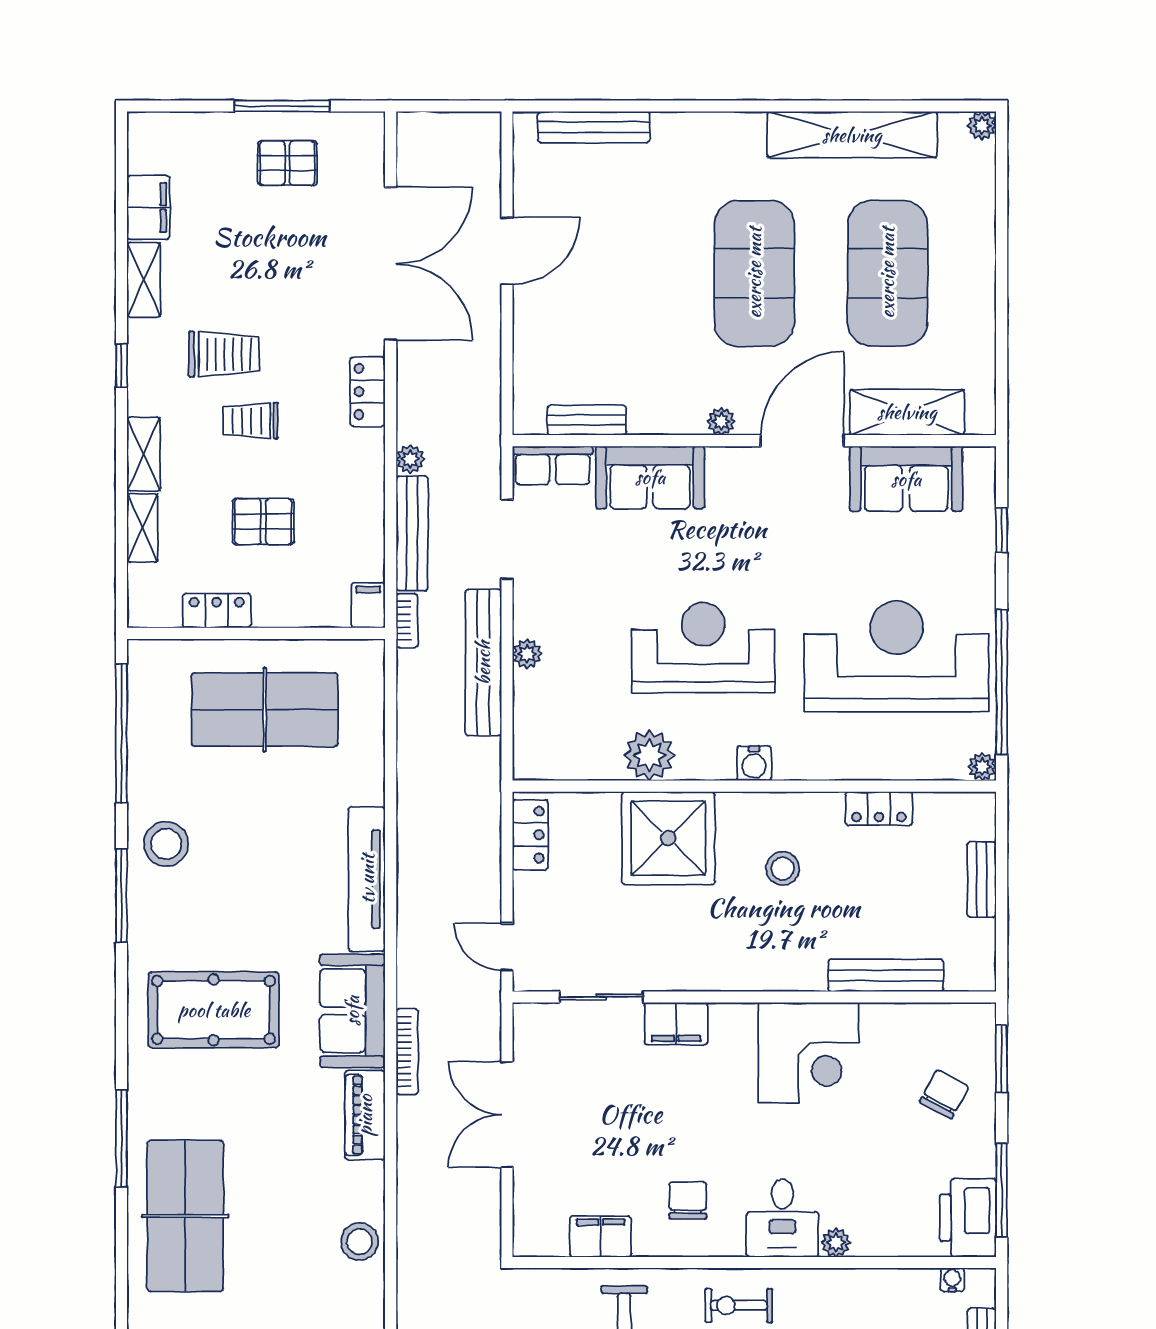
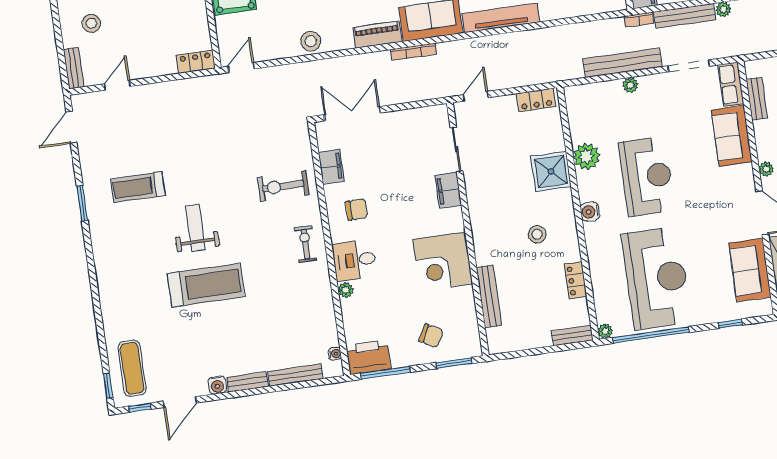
shower: (668, 838) -> (551, 171), width x0.73, depth x0.73
bench: (982, 880) -> (572, 336), moved
double door: (507, 1115) -> (352, 114), moved

